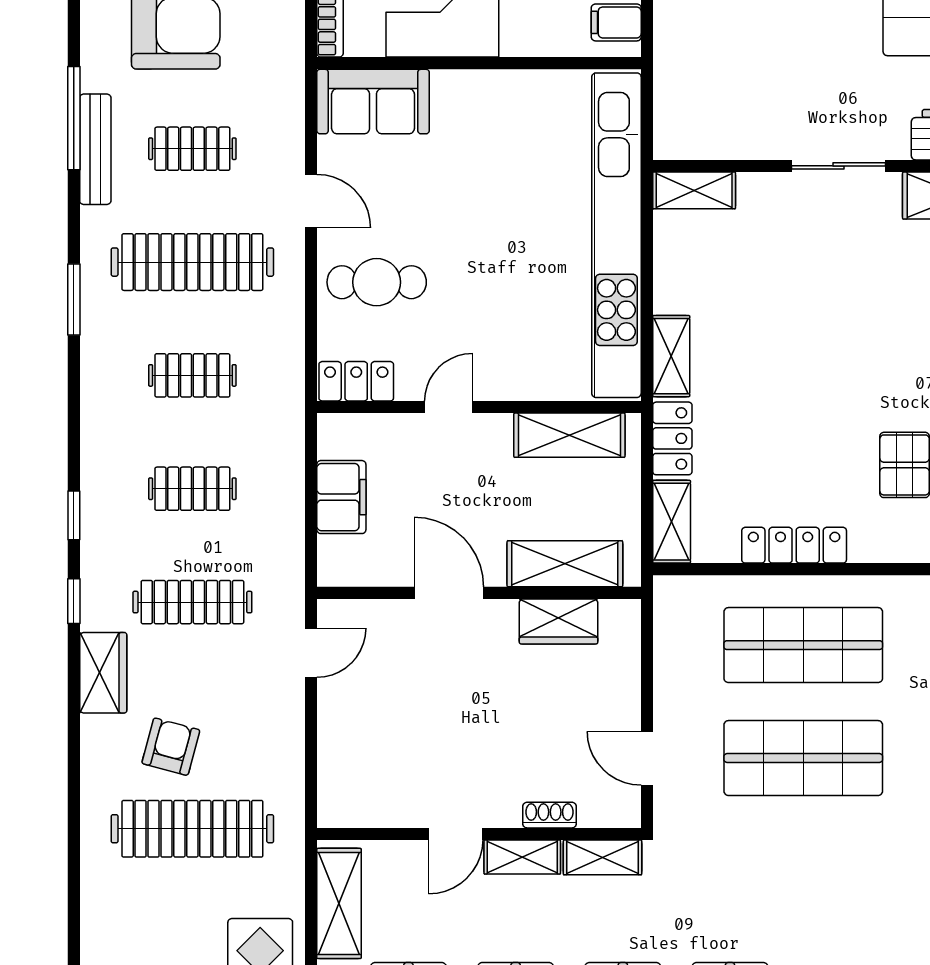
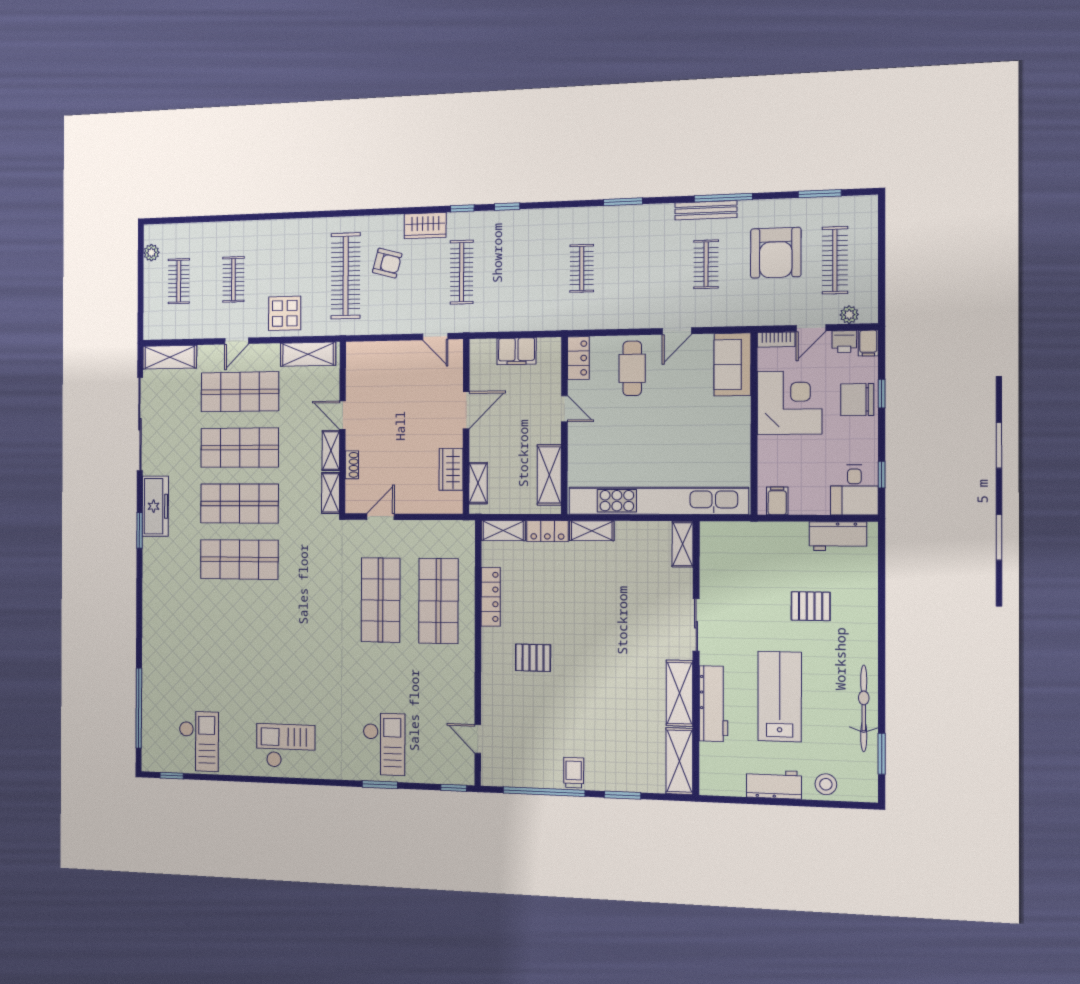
clothes rail: (192, 262) -> (643, 266), removed
clothes rail: (192, 489) -> (521, 270), removed
shelving: (565, 564) -> (478, 483), width x0.67, depth x0.75

